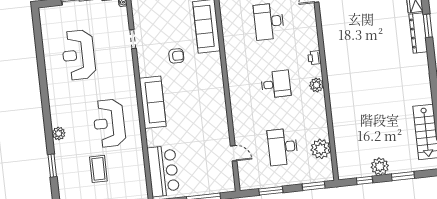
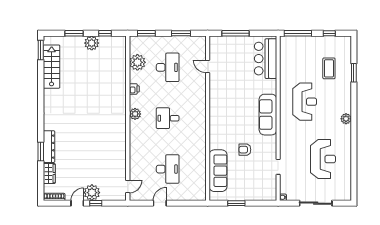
printer: (315, 58) -> (134, 89), moved
plant: (59, 133) -> (346, 119), moved
coffee table: (98, 169) -> (329, 68), moved

